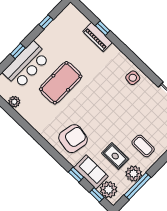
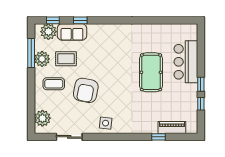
piano: (98, 37) -> (172, 128), moved
window: (18, 51) -> (201, 84), moved
plant: (14, 102) -> (170, 29), removed
armchair: (73, 139) -> (86, 90), moved

